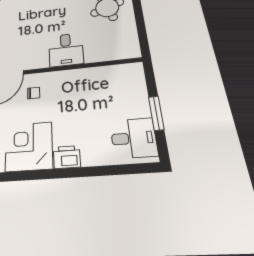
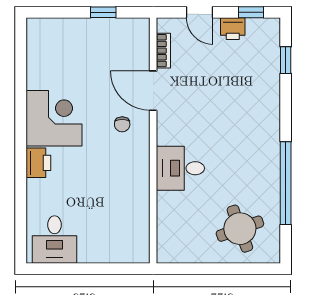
window: (156, 113) -> (82, 269), removed

